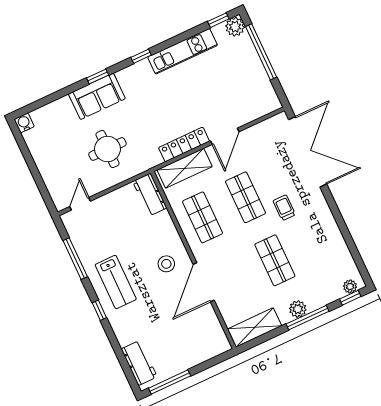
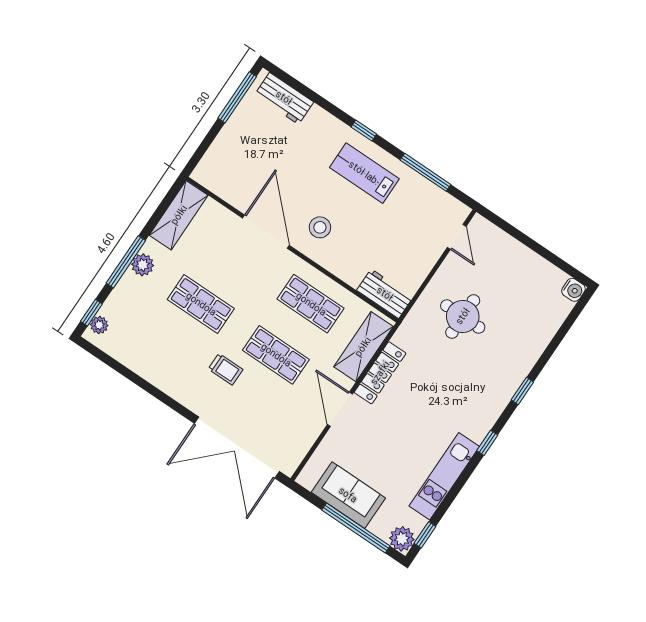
sofa: (97, 96) -> (348, 495), moved, turned 90

